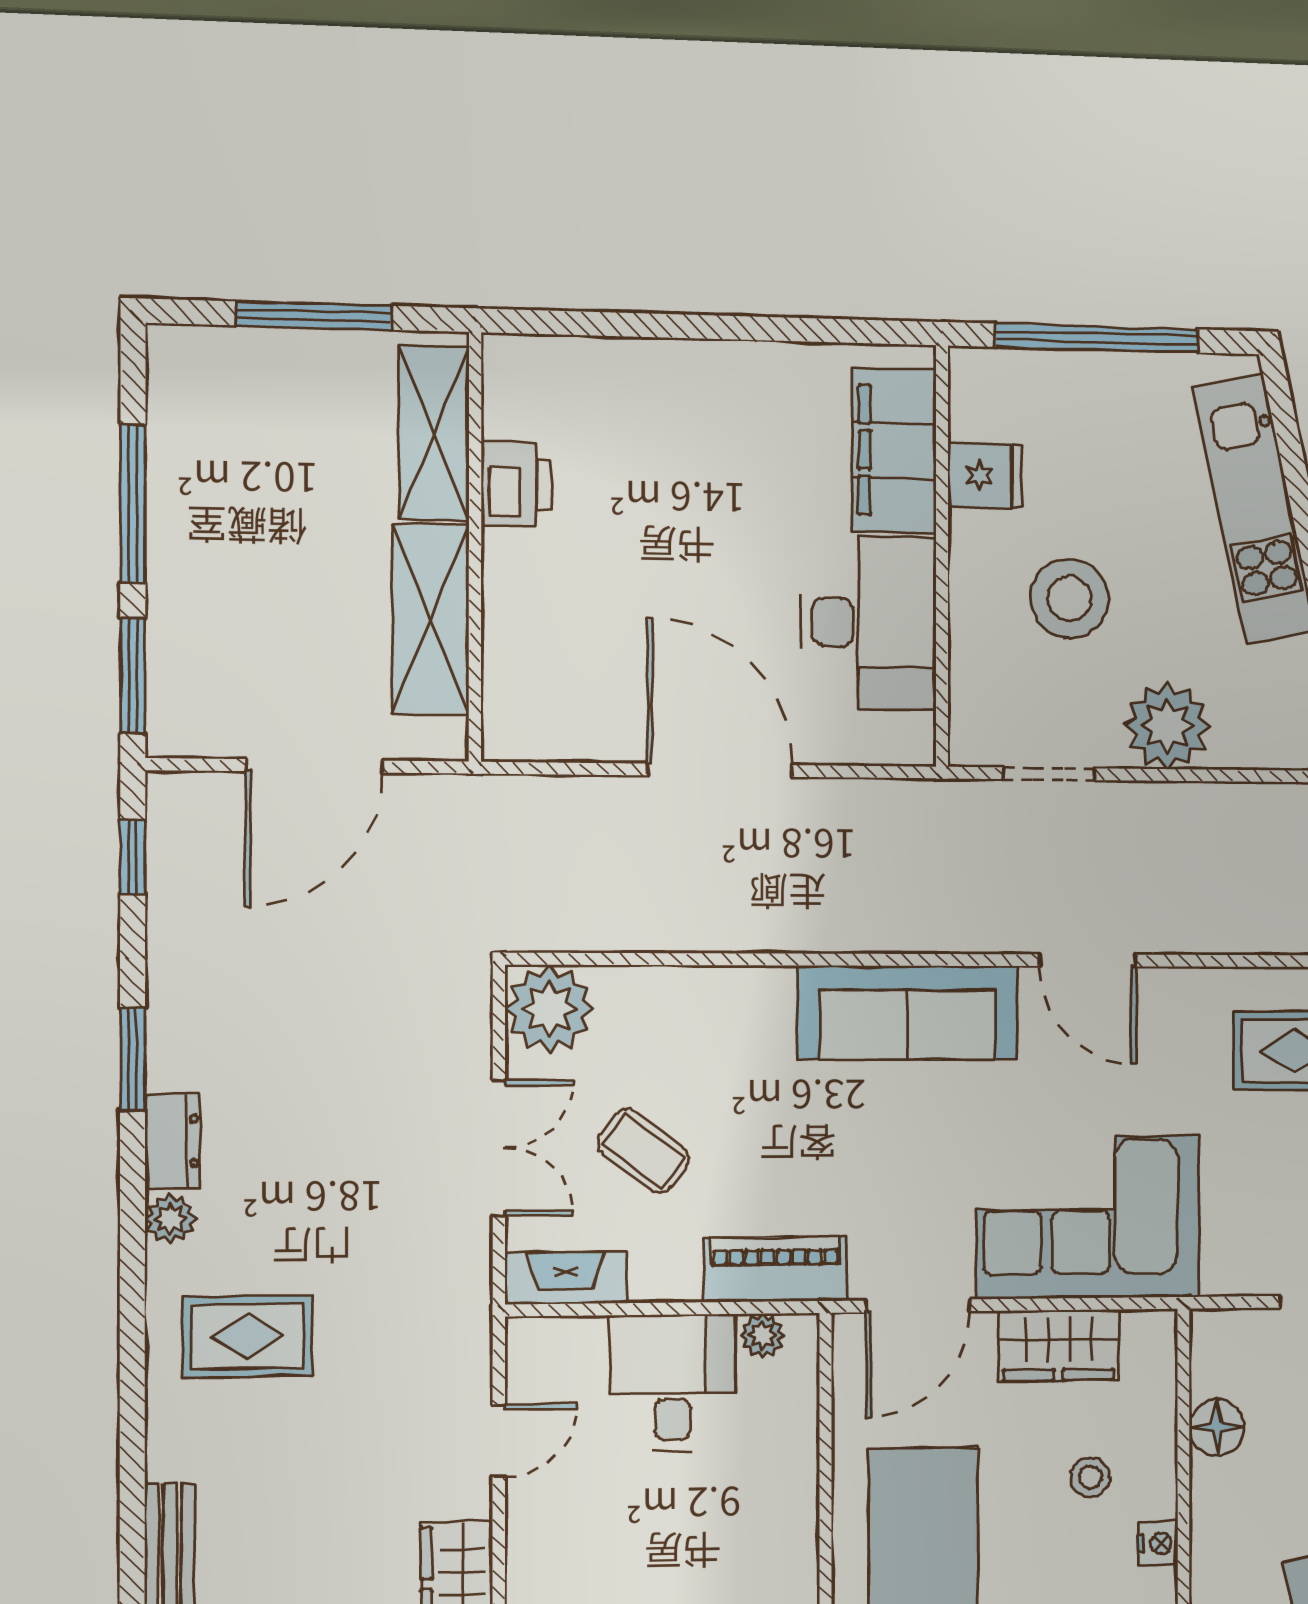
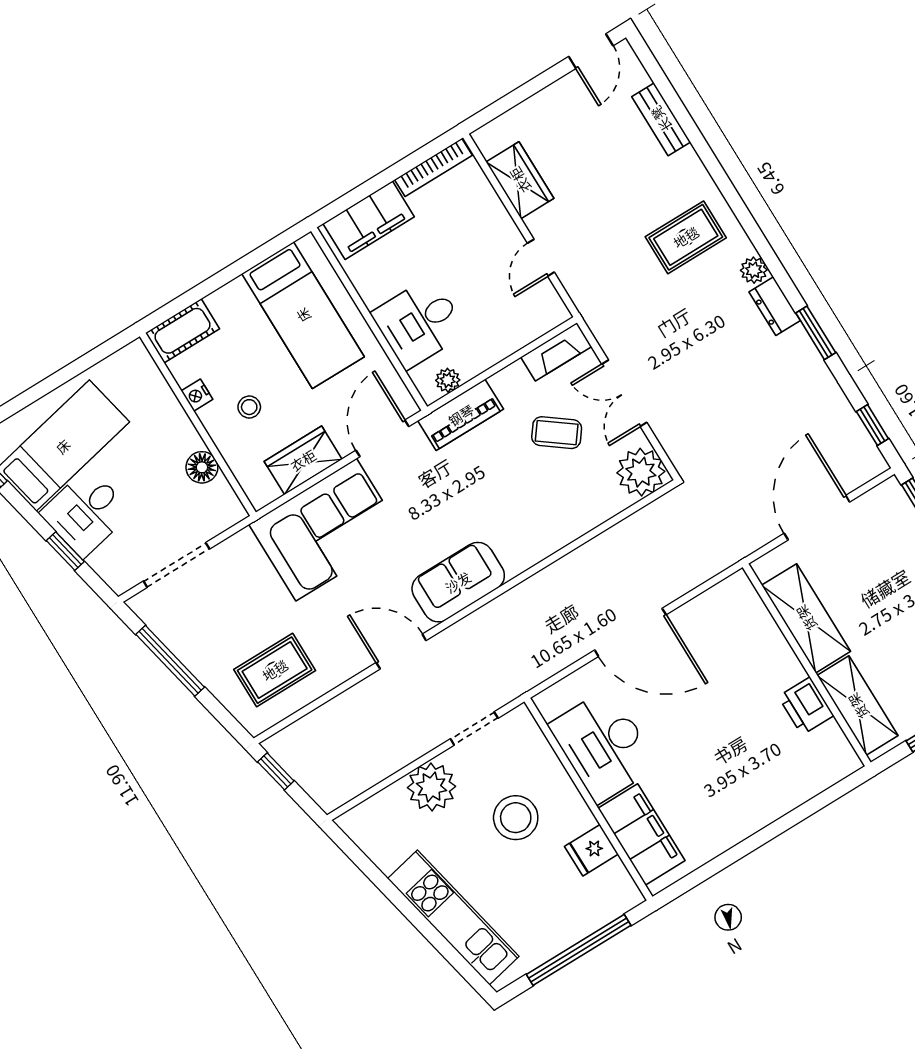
sofa: (908, 1013) -> (458, 582), width x0.73
desk: (672, 1383) -> (419, 323), moved, turned 90

